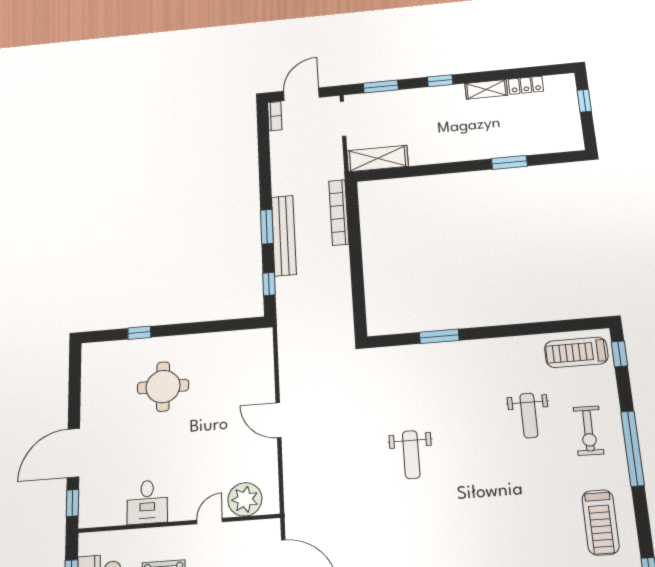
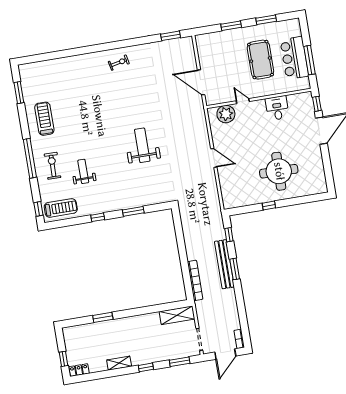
locker: (526, 85) -> (79, 370), moved
window: (507, 331) -> (98, 217), added
window: (139, 333) -> (269, 205), moved
round table: (163, 387) -> (279, 171), width x1.36, depth x1.36
weight bench: (411, 455) -> (142, 145), width x1.36, depth x1.33
door: (210, 521) -> (243, 101), swing flipped

